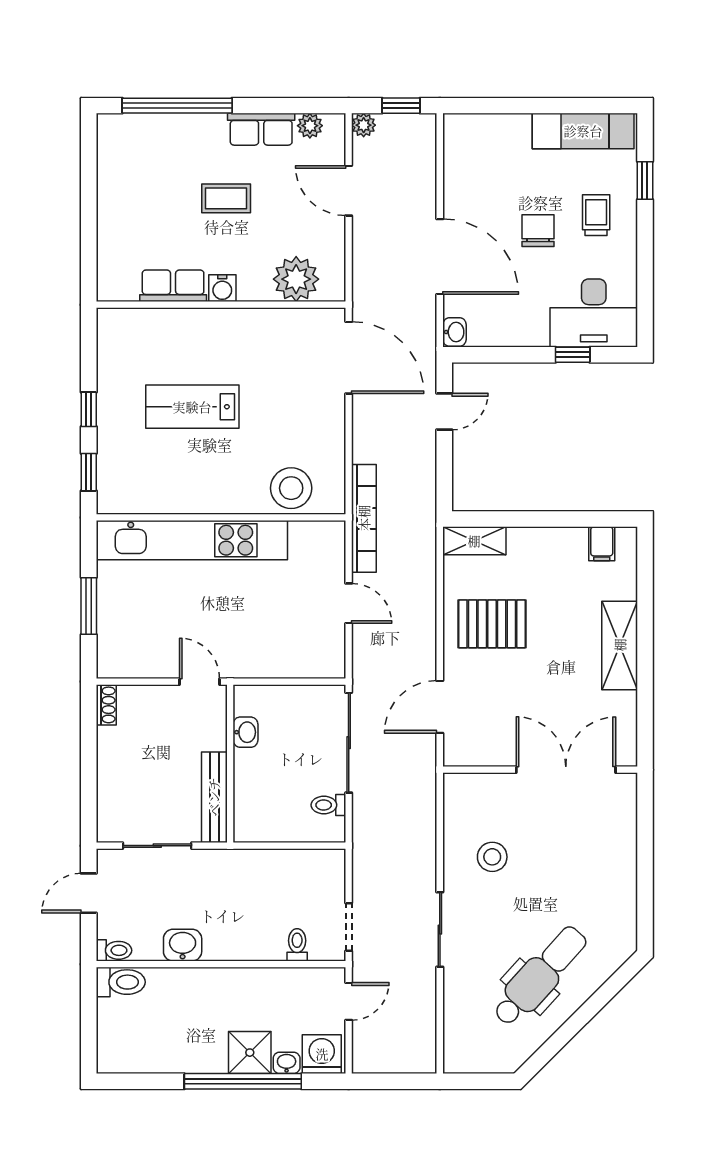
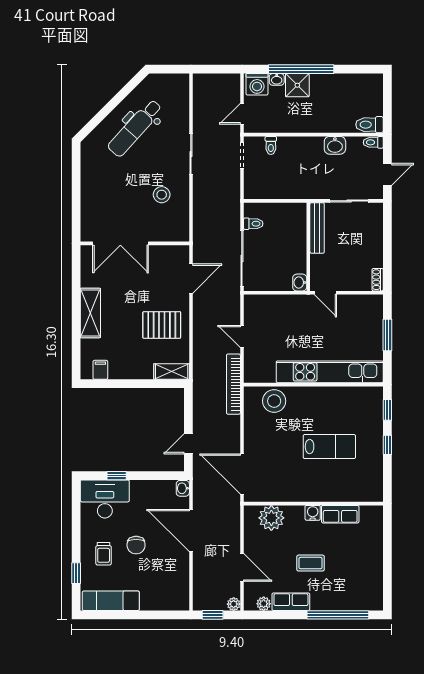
washbasin: (245, 732) -> (300, 283), moved

